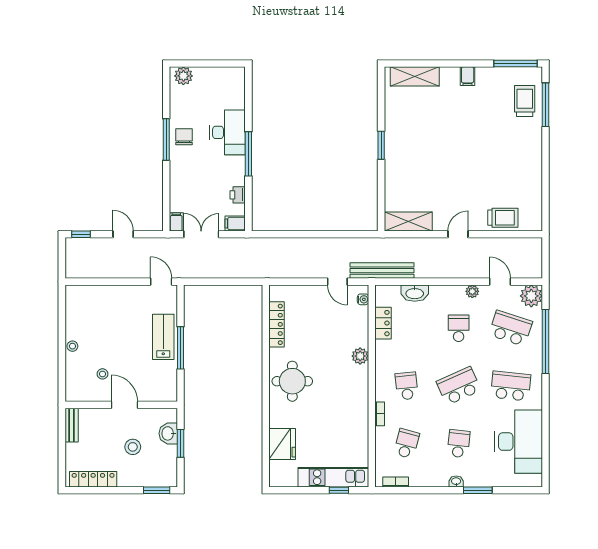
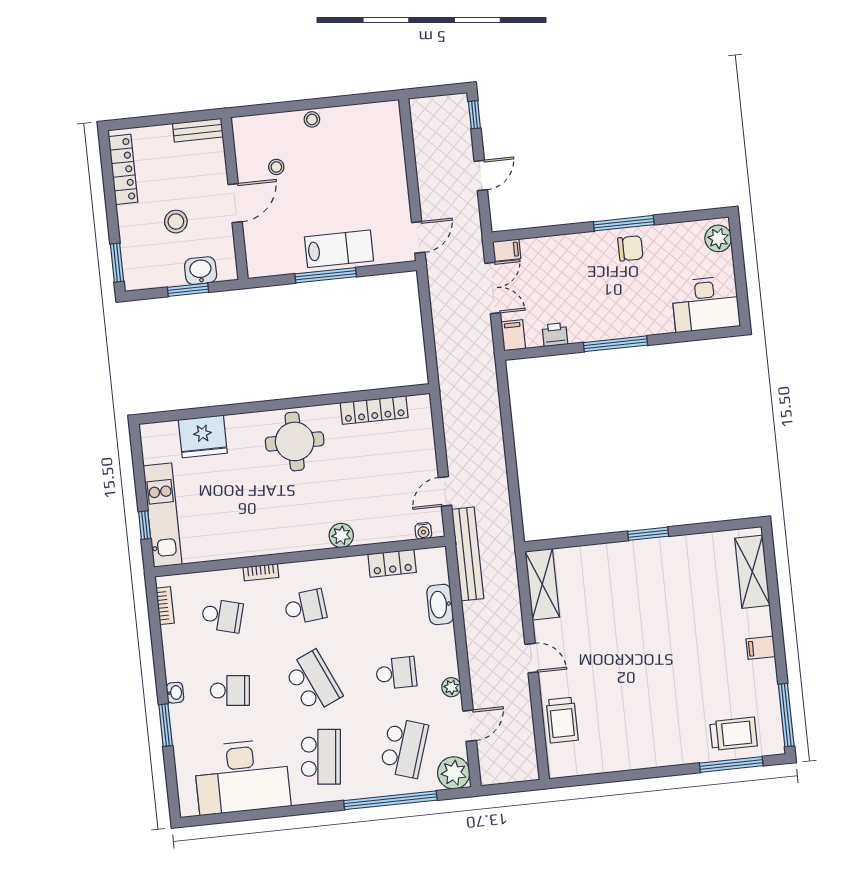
desk: (228, 132) -> (706, 304), moved

